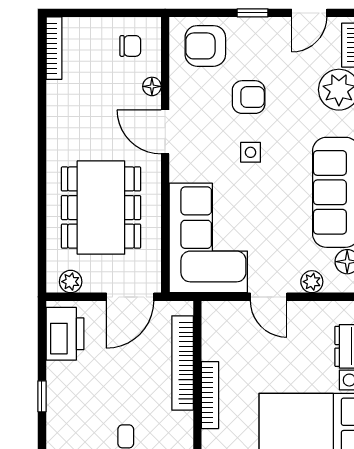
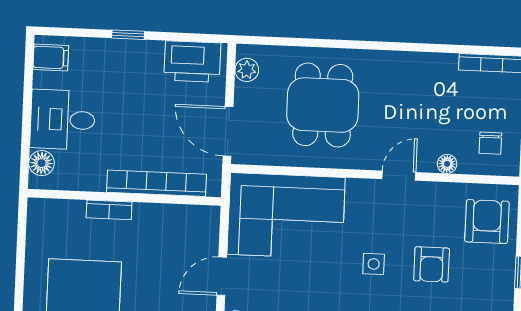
door: (165, 132) -> (399, 176), width x0.73
dining table: (101, 208) -> (323, 105), width x0.73
bookcase: (210, 395) -> (109, 210), width x0.64

